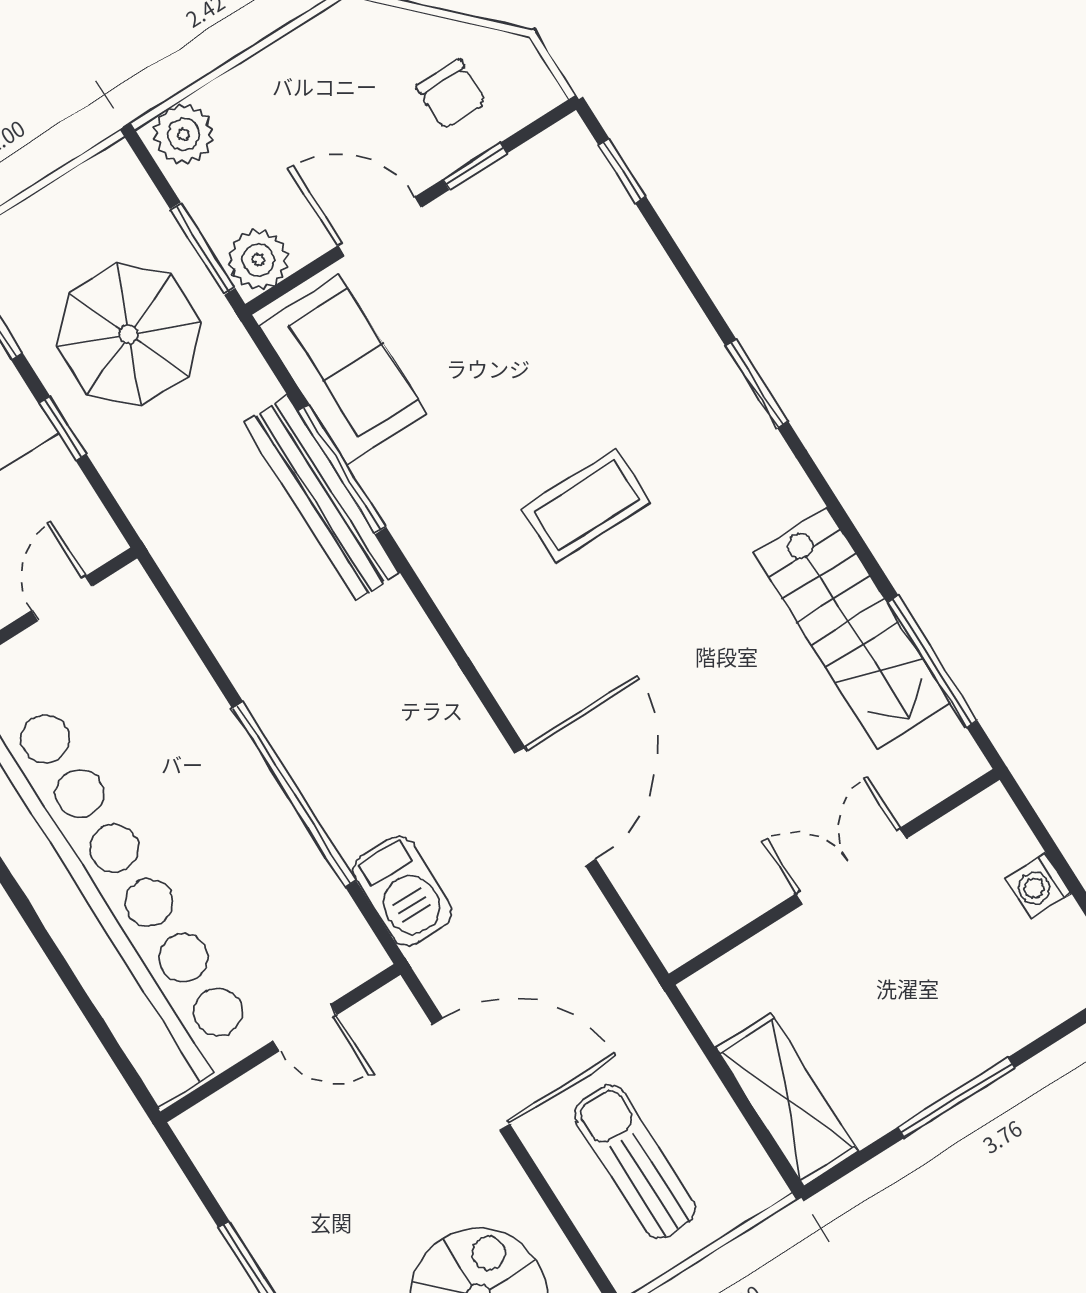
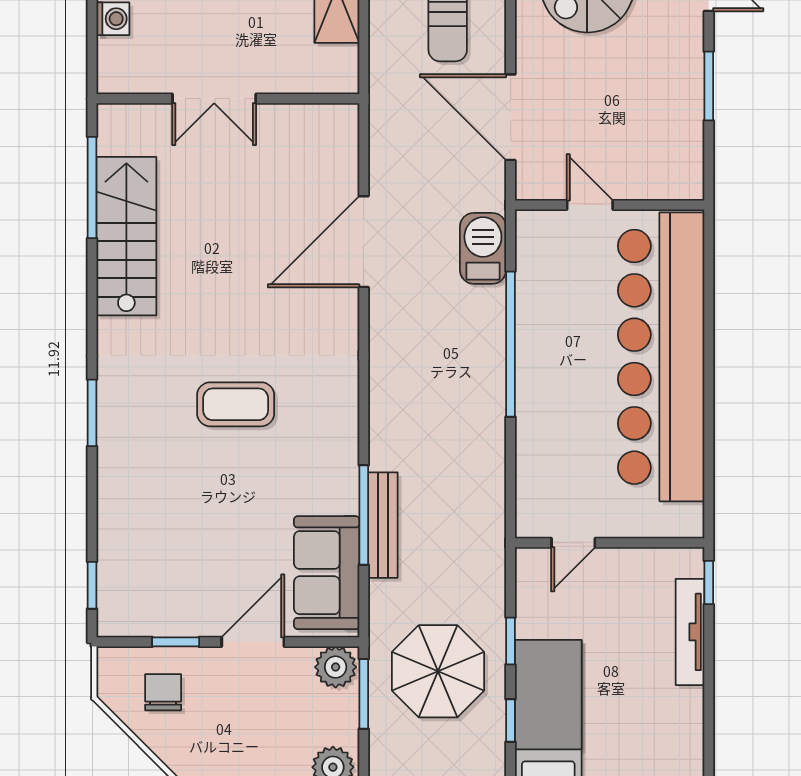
door: (380, 226) -> (253, 642), swing flipped
bench: (322, 498) -> (383, 525), width x0.73, depth x0.82

